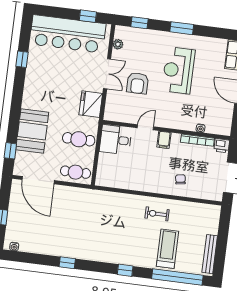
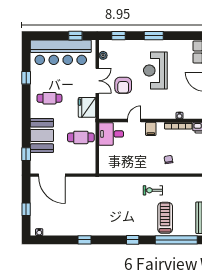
cafe table: (75, 172) -> (49, 98), moved

